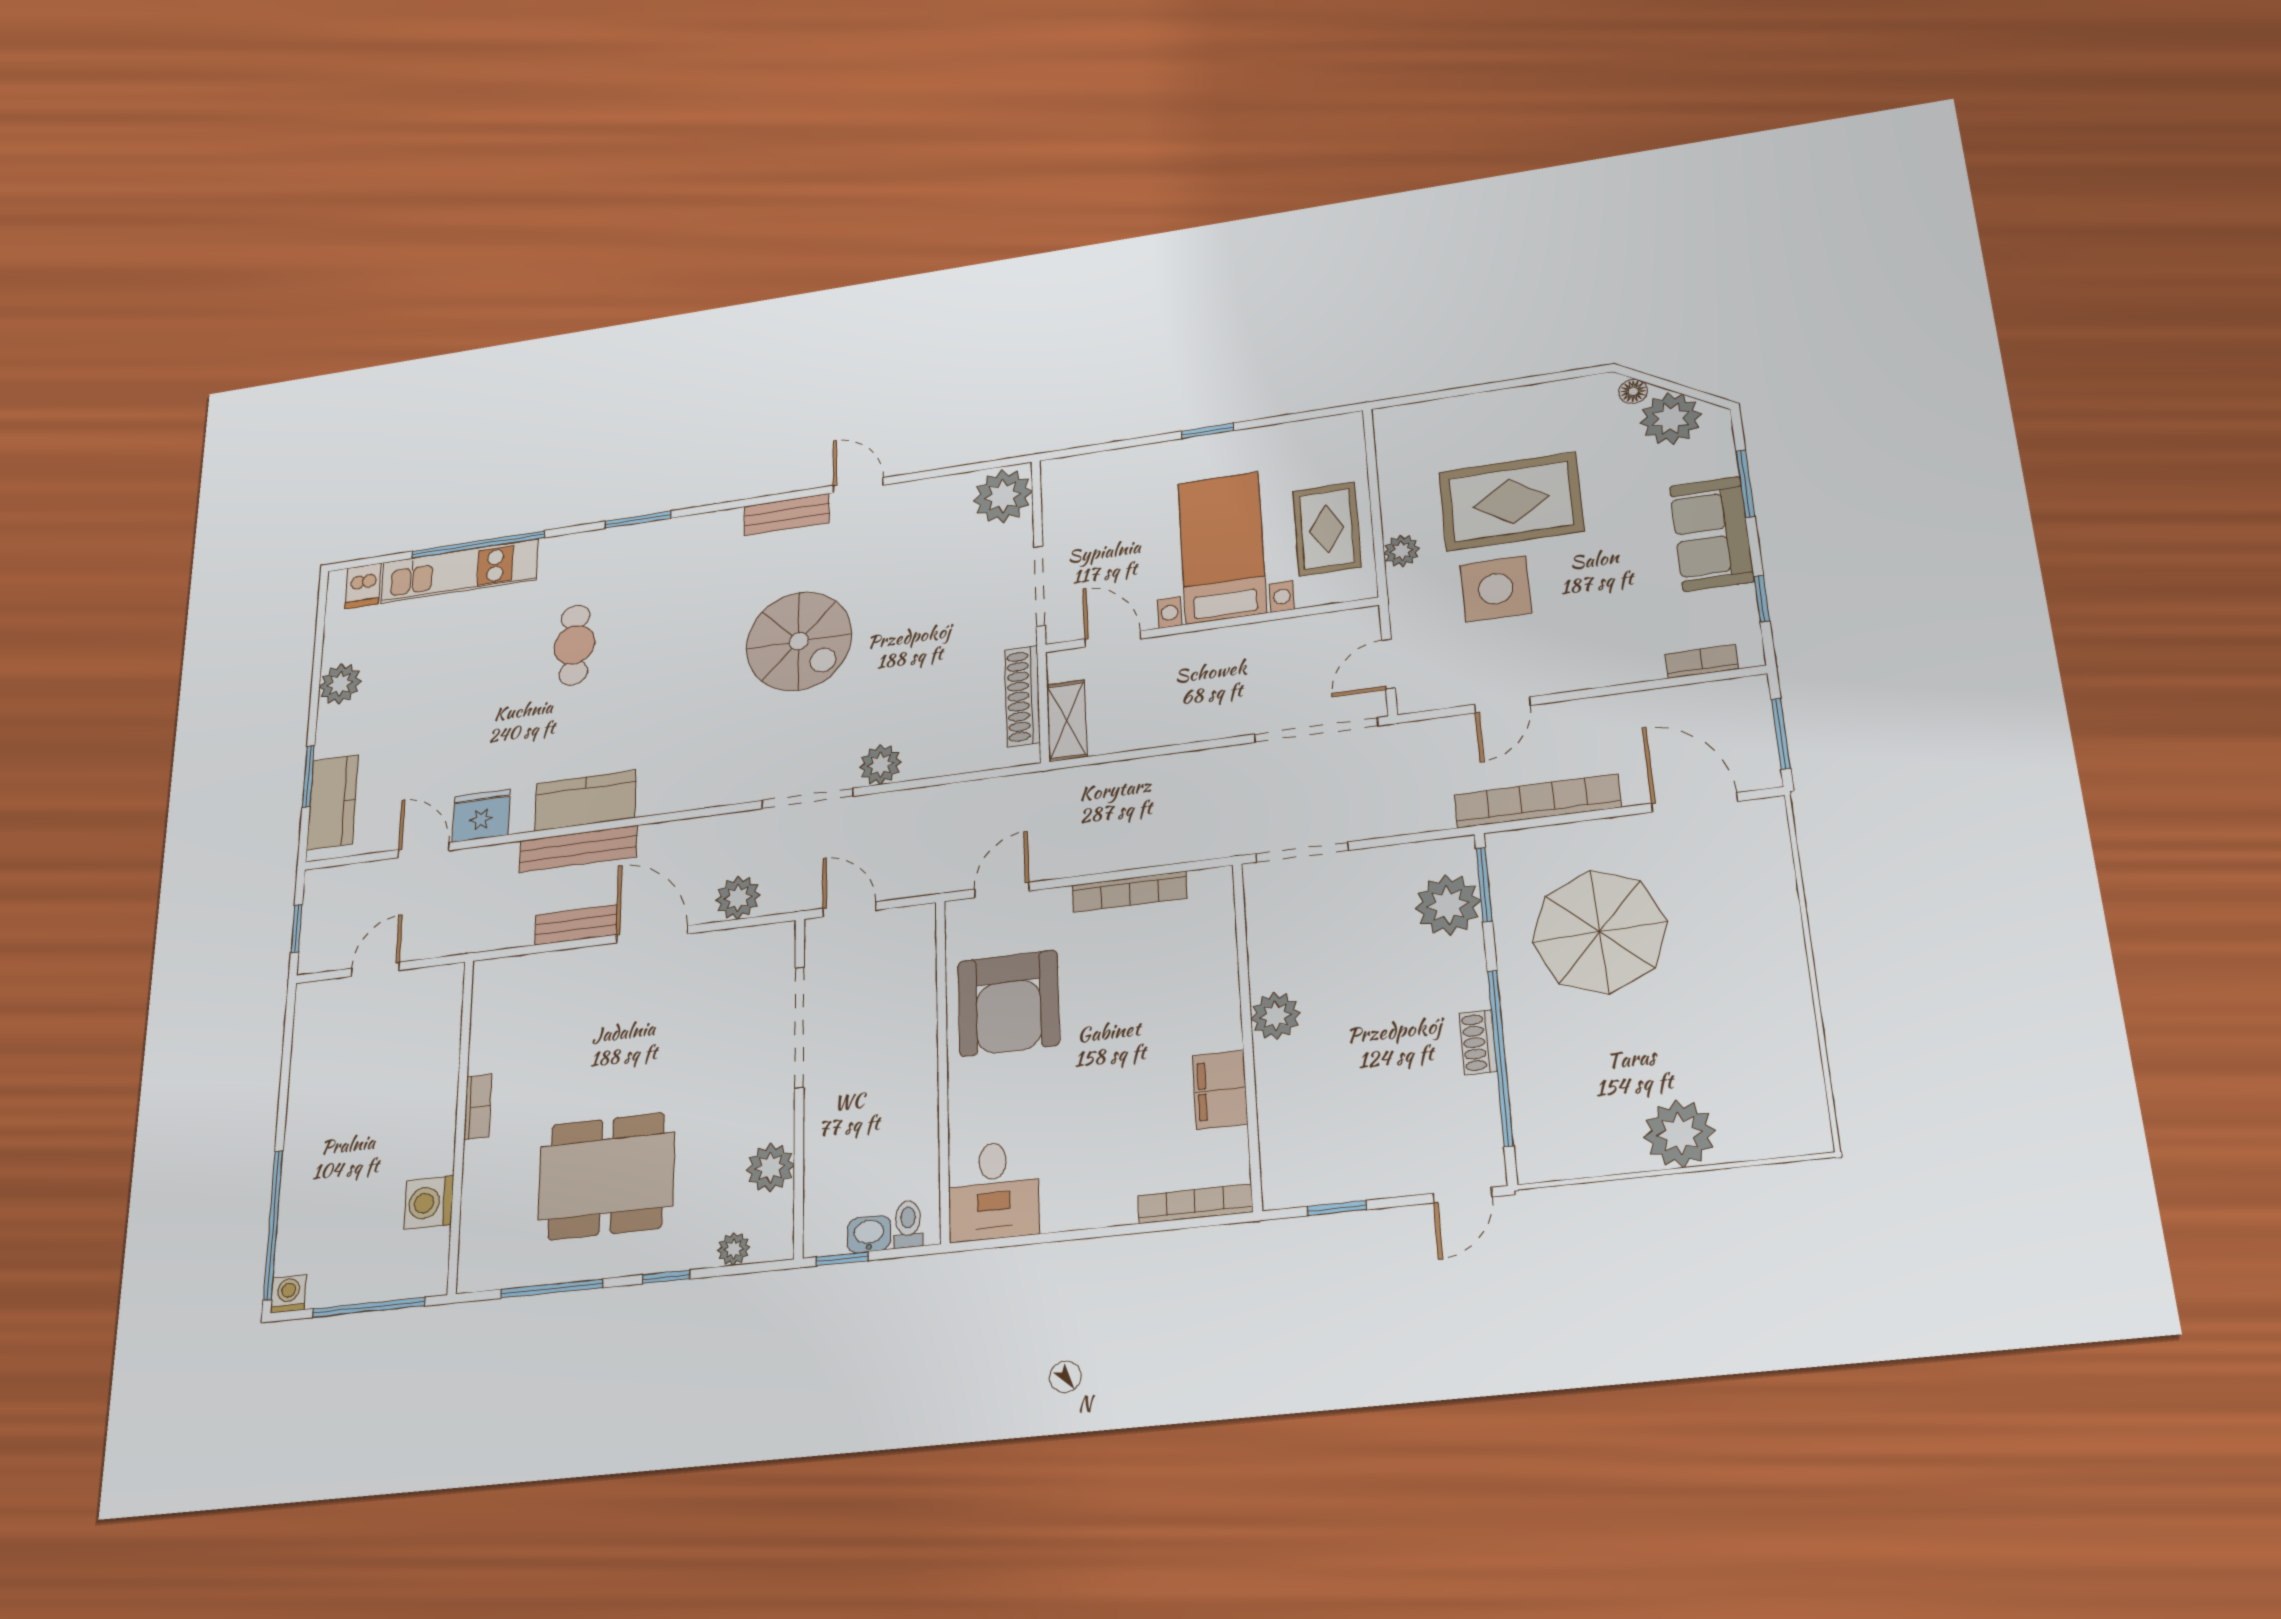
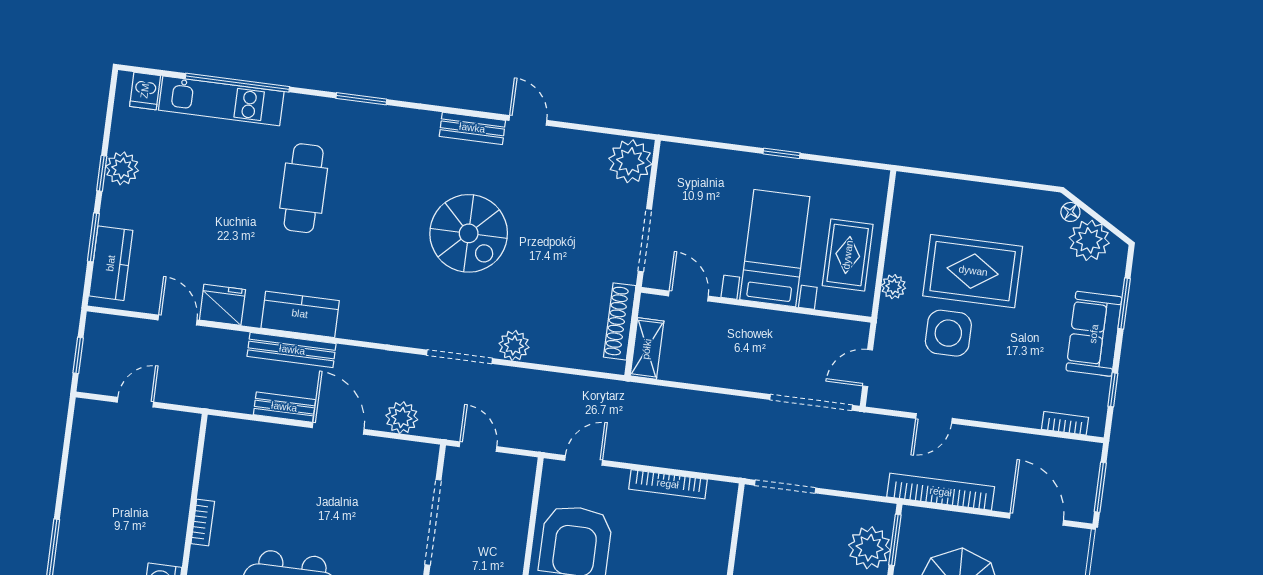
cafe table: (574, 645) -> (304, 188), width x1.37, depth x1.35
window: (315, 697) -> (102, 173), added

